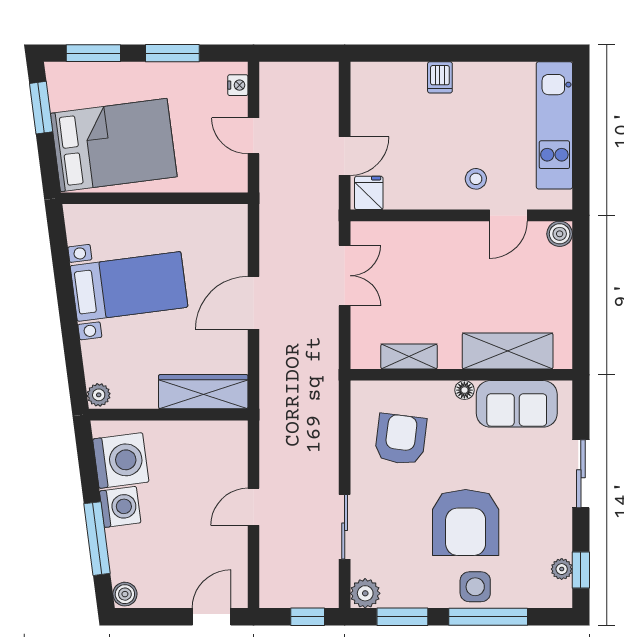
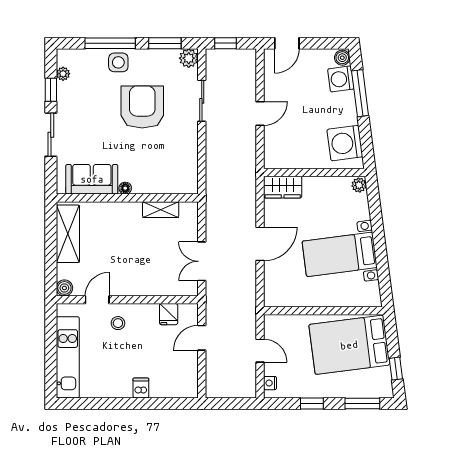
window: (172, 53) -> (312, 403), width x0.67
window: (41, 108) -> (396, 369), width x0.67
fridge: (369, 193) -> (169, 314), moved
shelving: (508, 351) -> (68, 234), moved, turned 90
wardrobe: (203, 392) -> (283, 187), width x0.67
armchair: (401, 439) -> (166, 157), removed
washing machine: (120, 507) -> (341, 79), moved
armchair: (466, 522) -> (142, 107), moved
window: (581, 570) -> (51, 90), moved

